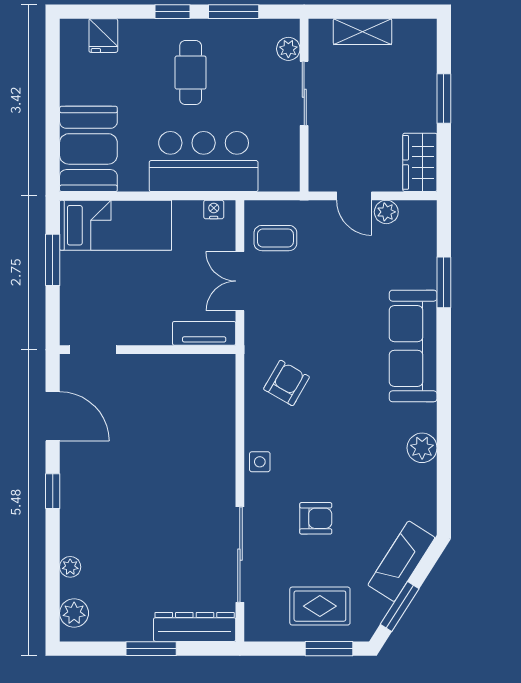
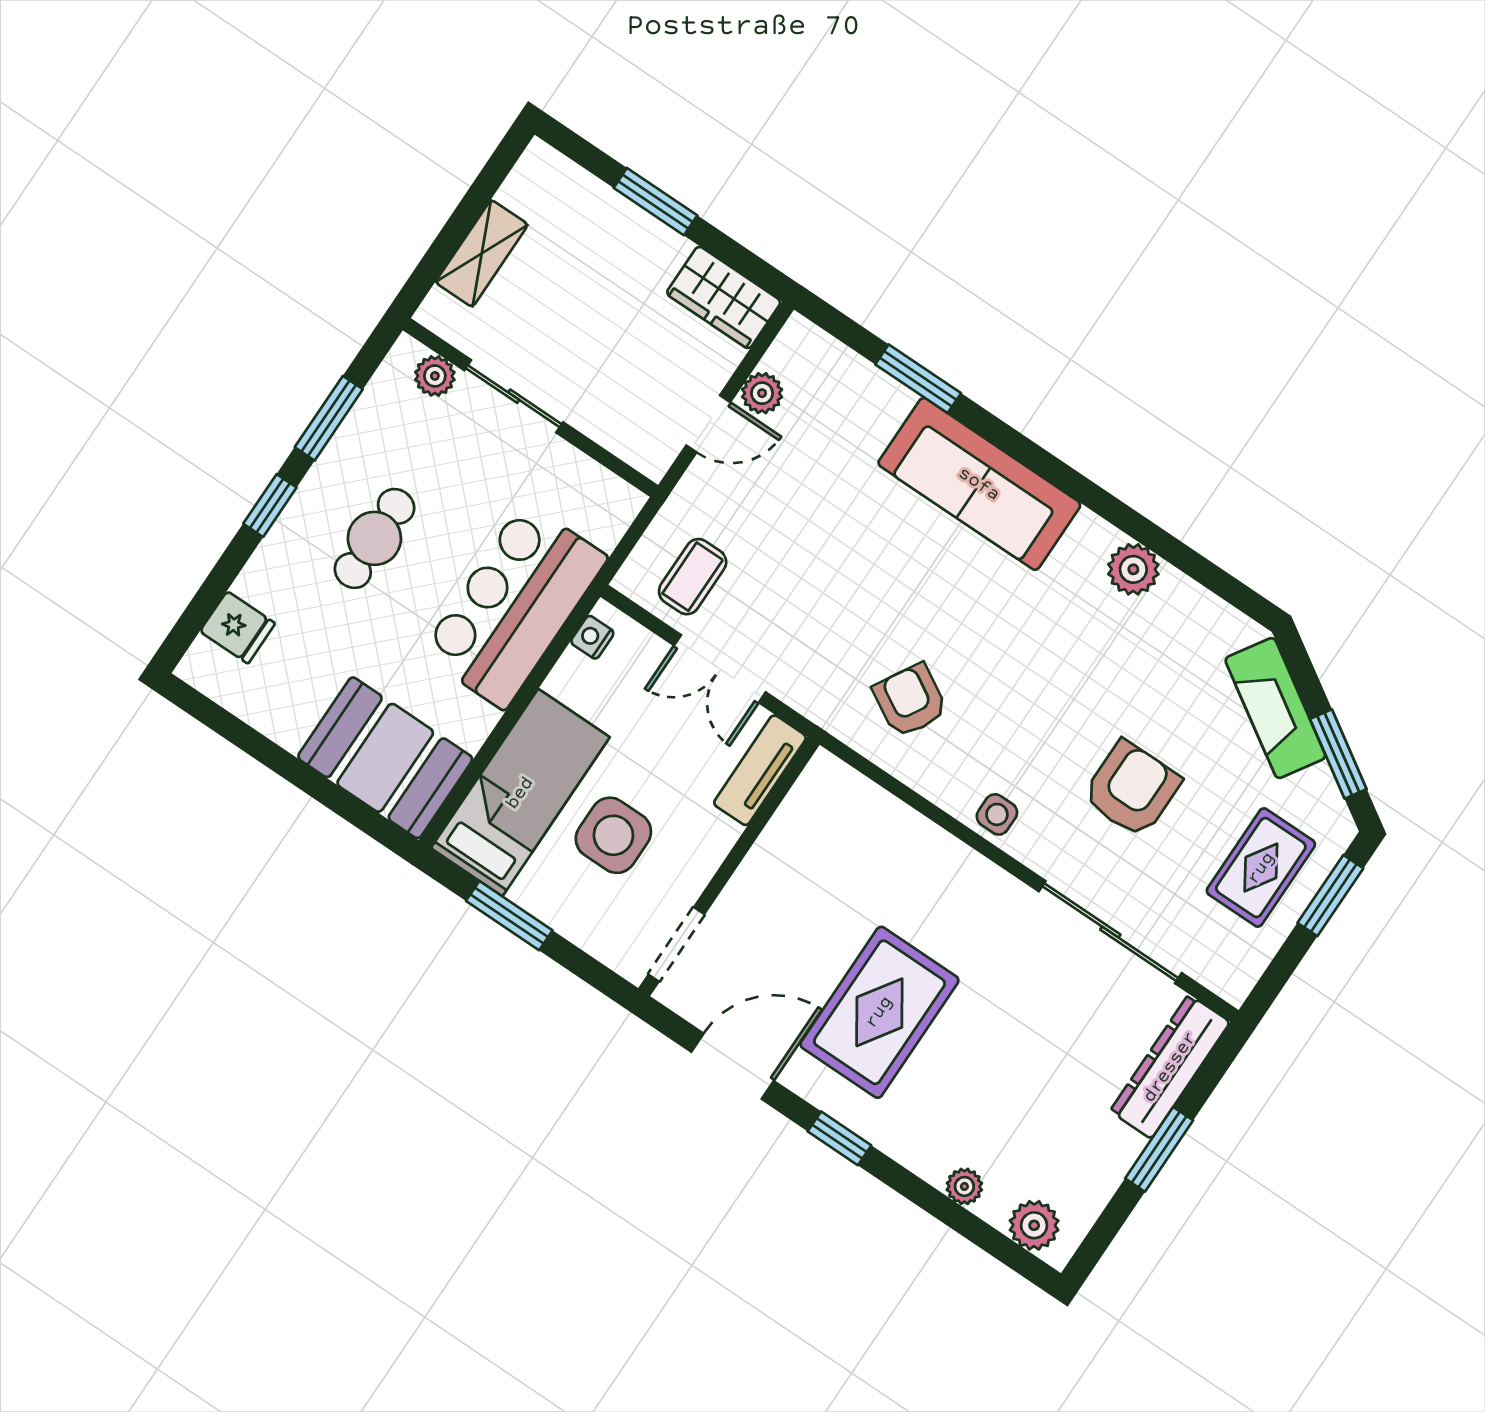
cafe table: (191, 73) -> (374, 538), turned 90
side table: (125, 284) -> (613, 835), added
rug: (126, 469) -> (879, 1012), added
armchair: (316, 518) -> (1132, 789), width x1.38, depth x1.38

